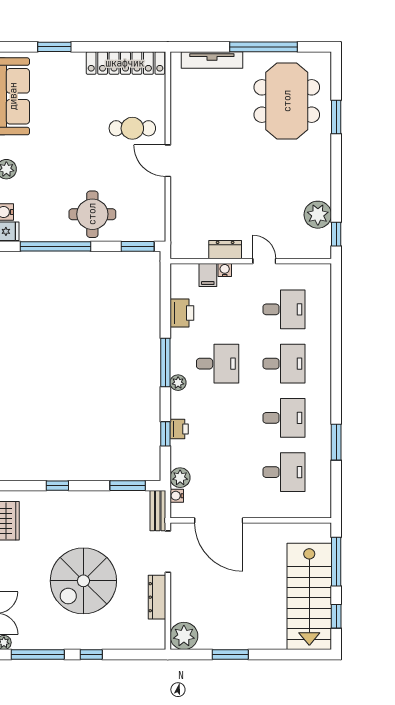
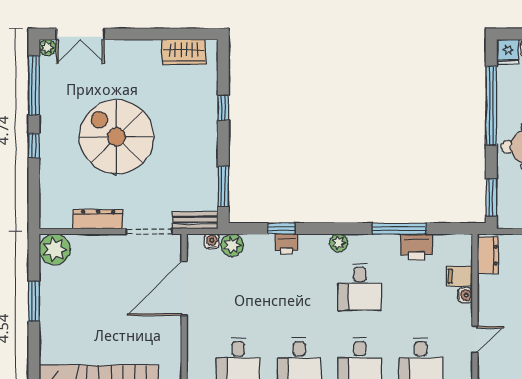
dresser: (225, 250) -> (488, 255), moved
window: (165, 363) -> (399, 229), moved

